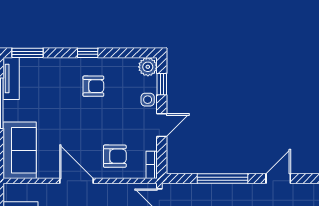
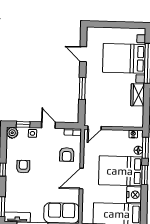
armchair: (115, 156) -> (67, 154), turned 180
window: (223, 179) -> (82, 88), width x0.69

